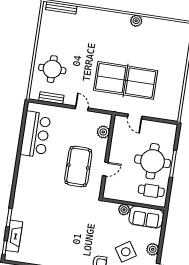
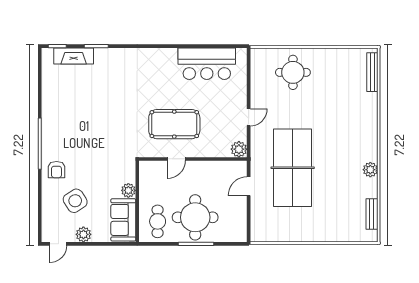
bench: (51, 98) -> (372, 214), moved
plant: (103, 132) -> (239, 149), moved
door: (105, 169) -> (176, 159), hinge flipped

